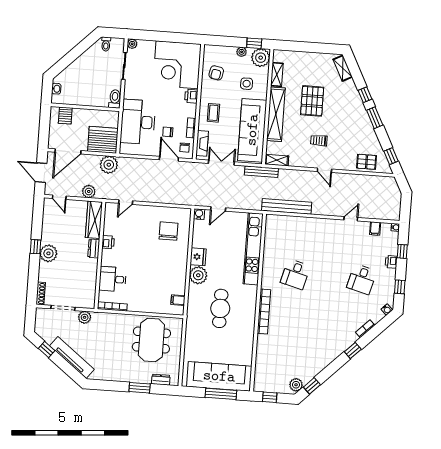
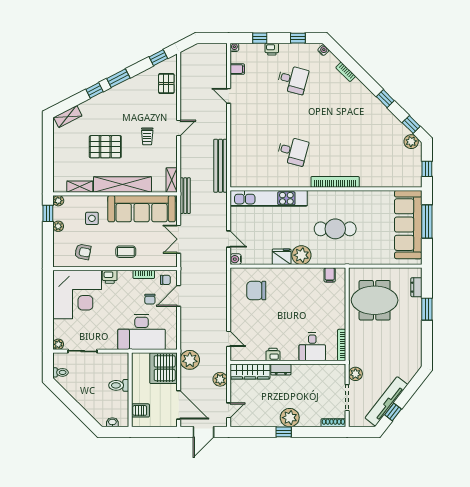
plant: (261, 58) -> (58, 201), width x0.53, depth x0.53
toilet: (115, 99) -> (119, 385), moved
fireplace: (202, 143) -> (160, 261), removed
window: (353, 351) -> (385, 99), moved
tv unit: (72, 358) -> (386, 401), moved

